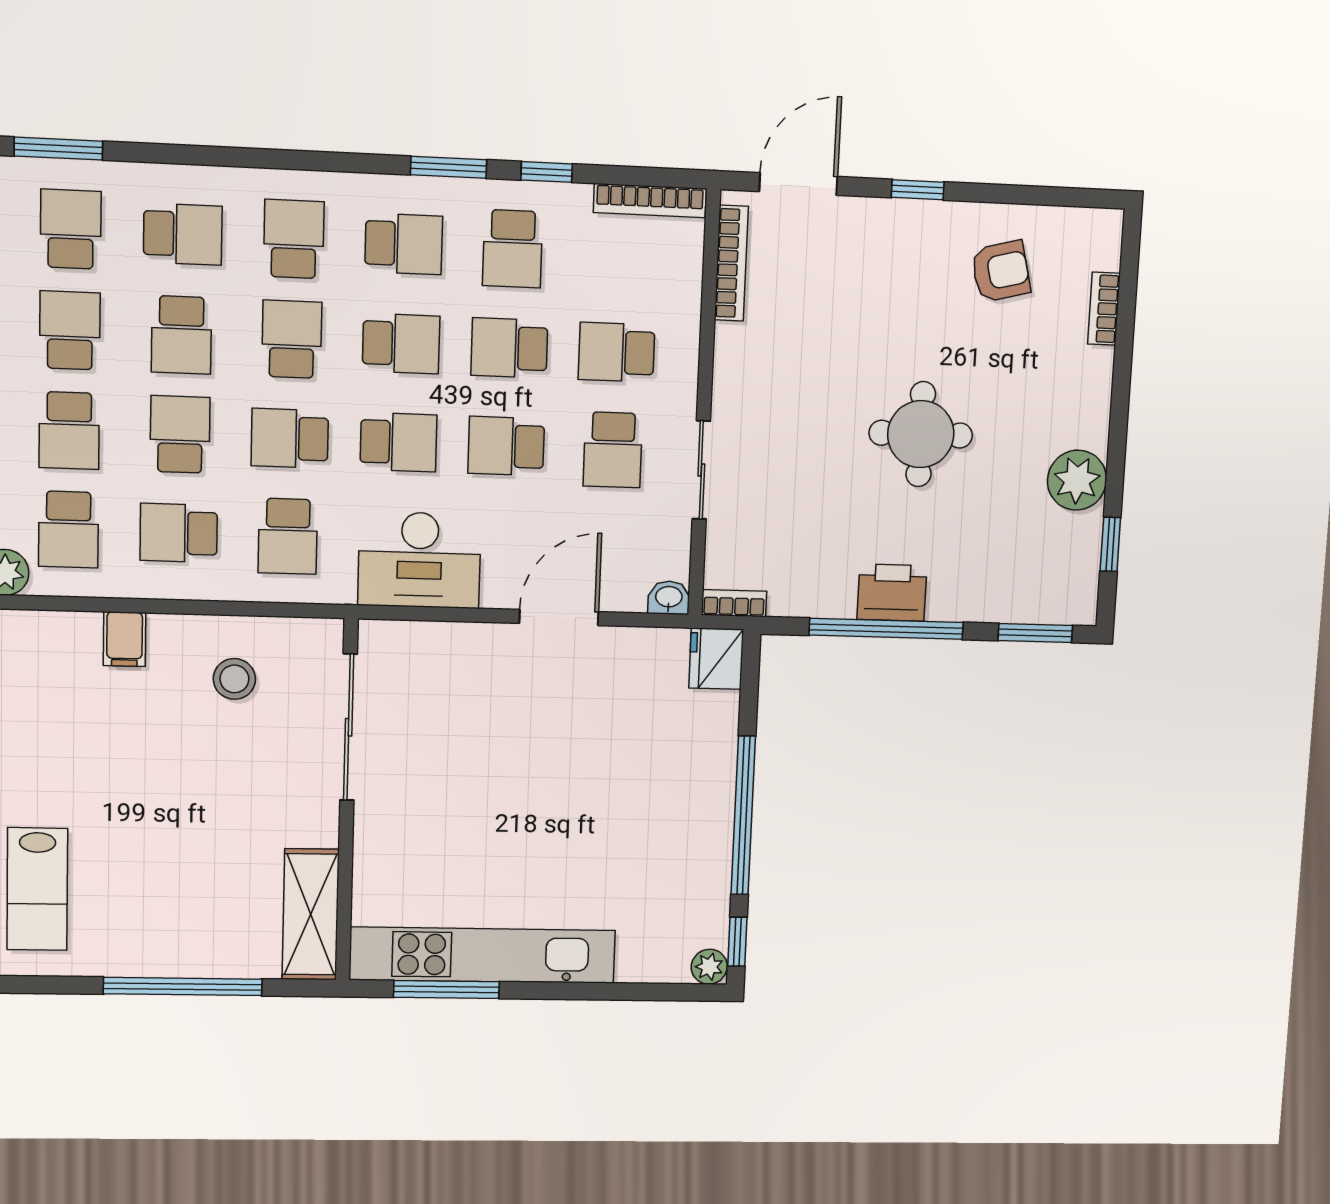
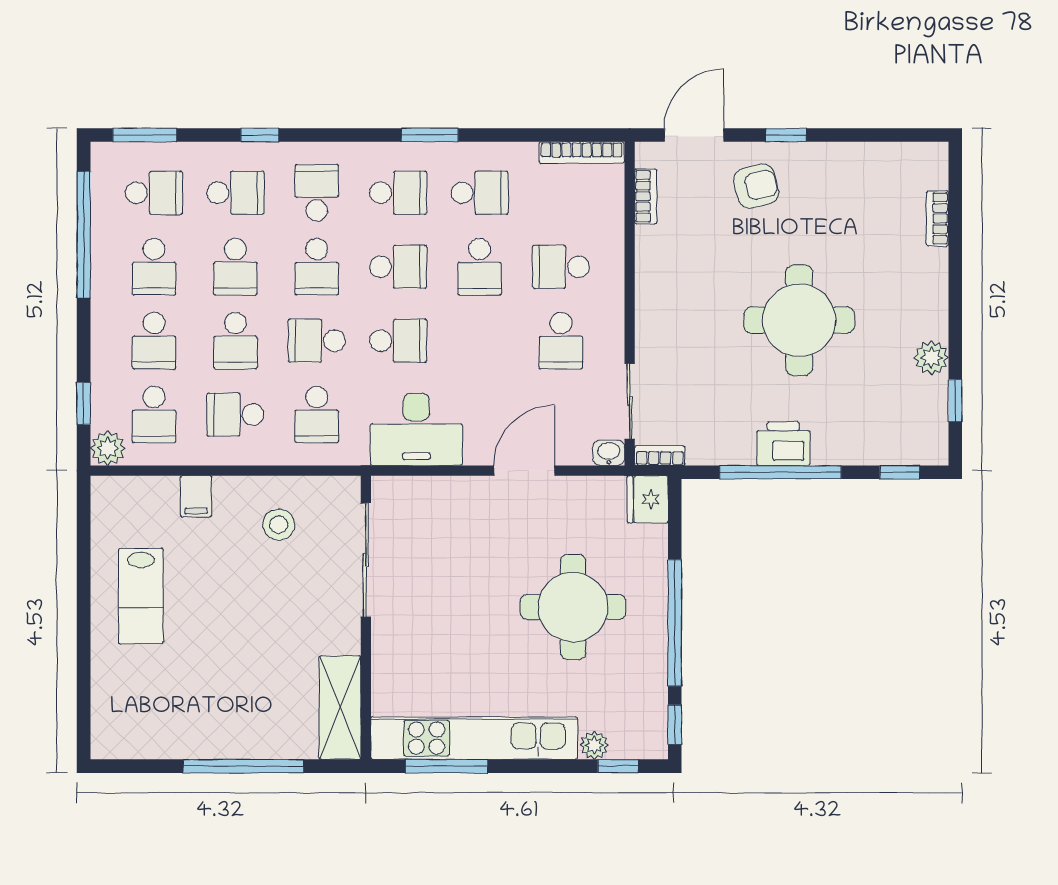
window: (547, 172) -> (260, 135), moved
school desk: (71, 229) -> (154, 193), turned 90
school desk: (513, 249) -> (480, 193), turned -90
bookcase: (731, 263) -> (646, 196), width x0.64
armchair: (1001, 271) -> (756, 186), moved
school desk: (70, 330) -> (154, 267), turned 180
school desk: (292, 339) -> (317, 267), turned 180
school desk: (509, 348) -> (480, 267), turned -90
school desk: (180, 434) -> (235, 341), turned 180
round table: (921, 434) -> (799, 320), width x1.36, depth x1.36
school desk: (506, 446) -> (480, 341), removed
sliding door: (701, 470) -> (630, 401), moved
plant: (1077, 480) -> (931, 358), width x0.73, depth x0.73
window: (1035, 633) -> (900, 472), width x0.67
round table: (615, 793) -> (573, 607), added
lab bench: (37, 889) -> (141, 596), moved
plant: (709, 967) -> (594, 745), moved
window: (664, 992) -> (618, 766), added

